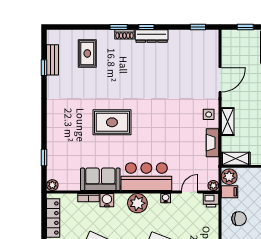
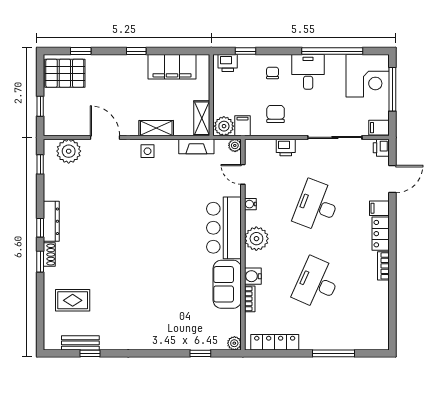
plant: (209, 50) -> (69, 151), added
rug: (112, 122) -> (157, 270), removed
fireplace: (212, 143) -> (196, 147), moved
printer: (211, 200) -> (286, 148), moved, turned 90

